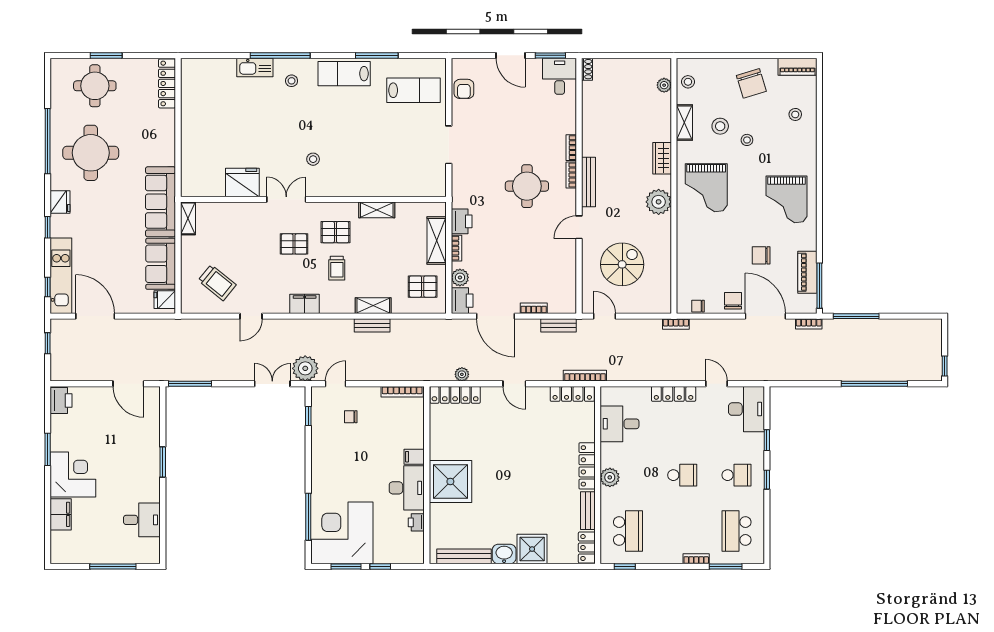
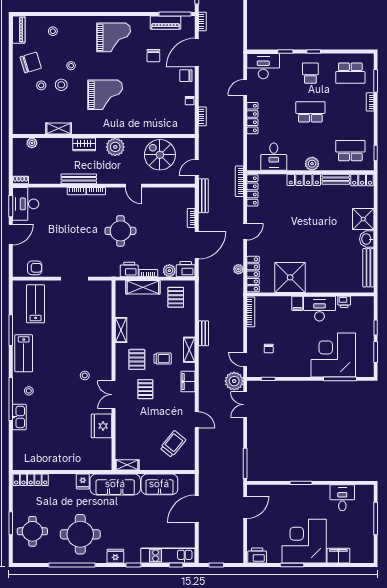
desk: (560, 76) -> (26, 204), width x1.37
stool: (688, 82) -> (41, 85), moved
plant: (664, 85) -> (32, 143), moved
shelving: (684, 122) -> (59, 128), moved
wardrobe: (662, 158) -> (84, 144), moved
bench: (589, 182) -> (79, 179), moved
round table: (527, 186) -> (120, 231), moved
wall: (674, 186) -> (104, 136), moved
plant: (659, 202) -> (115, 147), moved
fridge: (165, 300) -> (83, 481), moved
shelving: (373, 306) -> (189, 350), moved
door: (95, 316) -> (197, 509), moved
bench: (558, 325) -> (203, 196), width x1.36
corner desk: (73, 475) -> (304, 541), width x1.36, depth x1.36
school desk: (682, 475) -> (310, 112), width x1.85
shower: (450, 481) -> (290, 277), moved
corner desk: (342, 533) -> (333, 355), moved, turned 90

